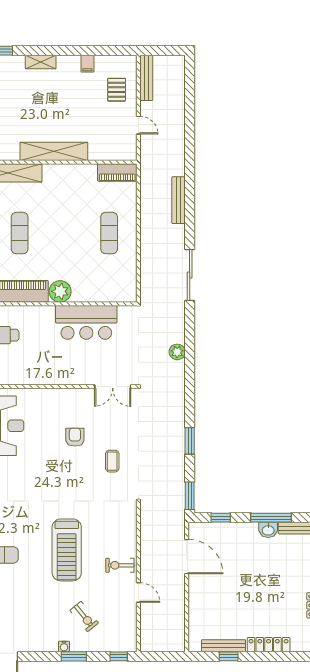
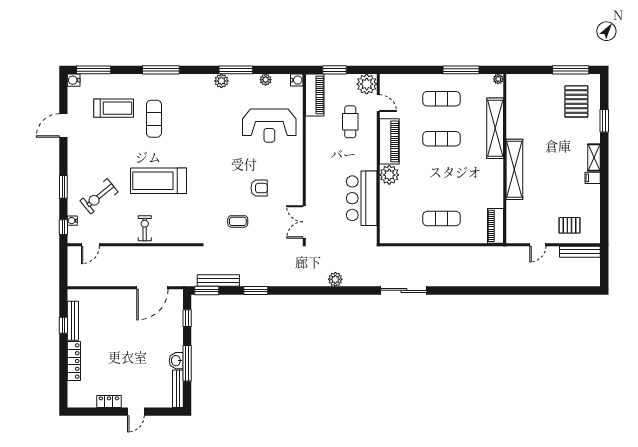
filing cabinet: (87, 64) -> (593, 178), moved
bench: (179, 200) -> (218, 281), moved
door: (138, 593) -> (90, 245), moved
exercise bike: (84, 616) -> (99, 196), width x1.38, depth x1.39
water cooler: (64, 646) -> (72, 221), moved

